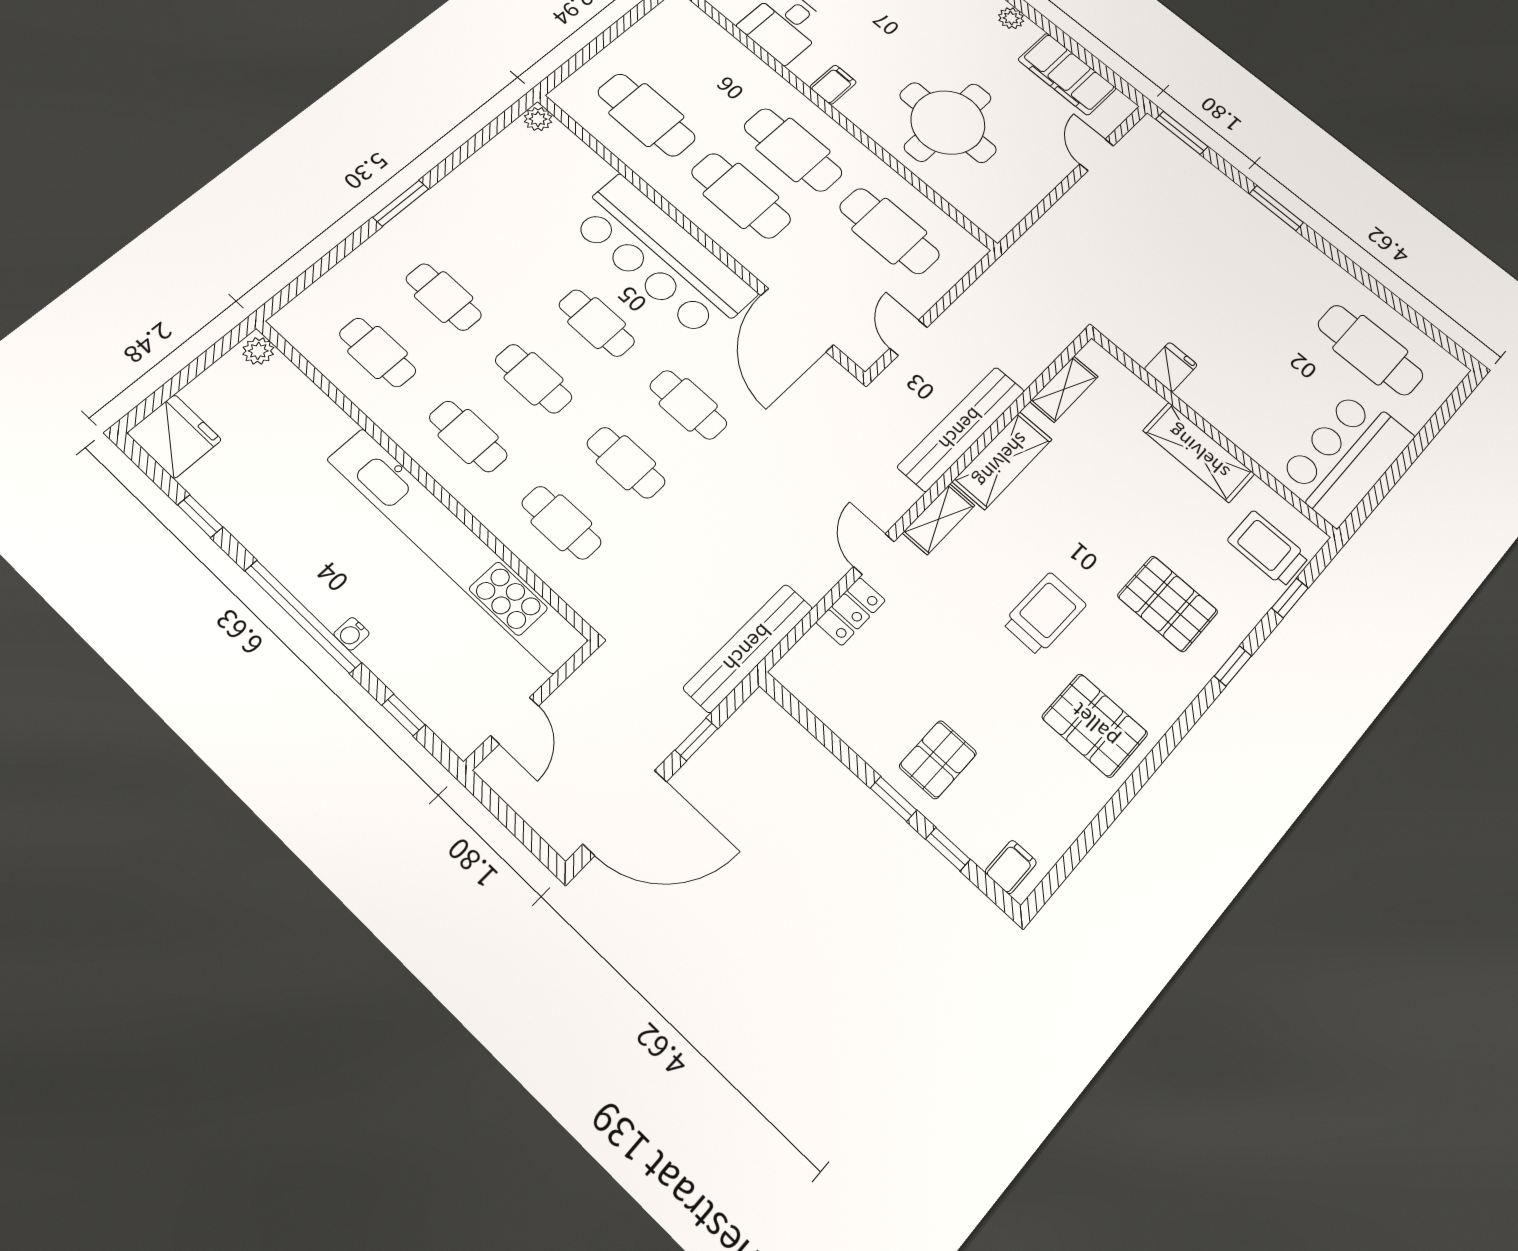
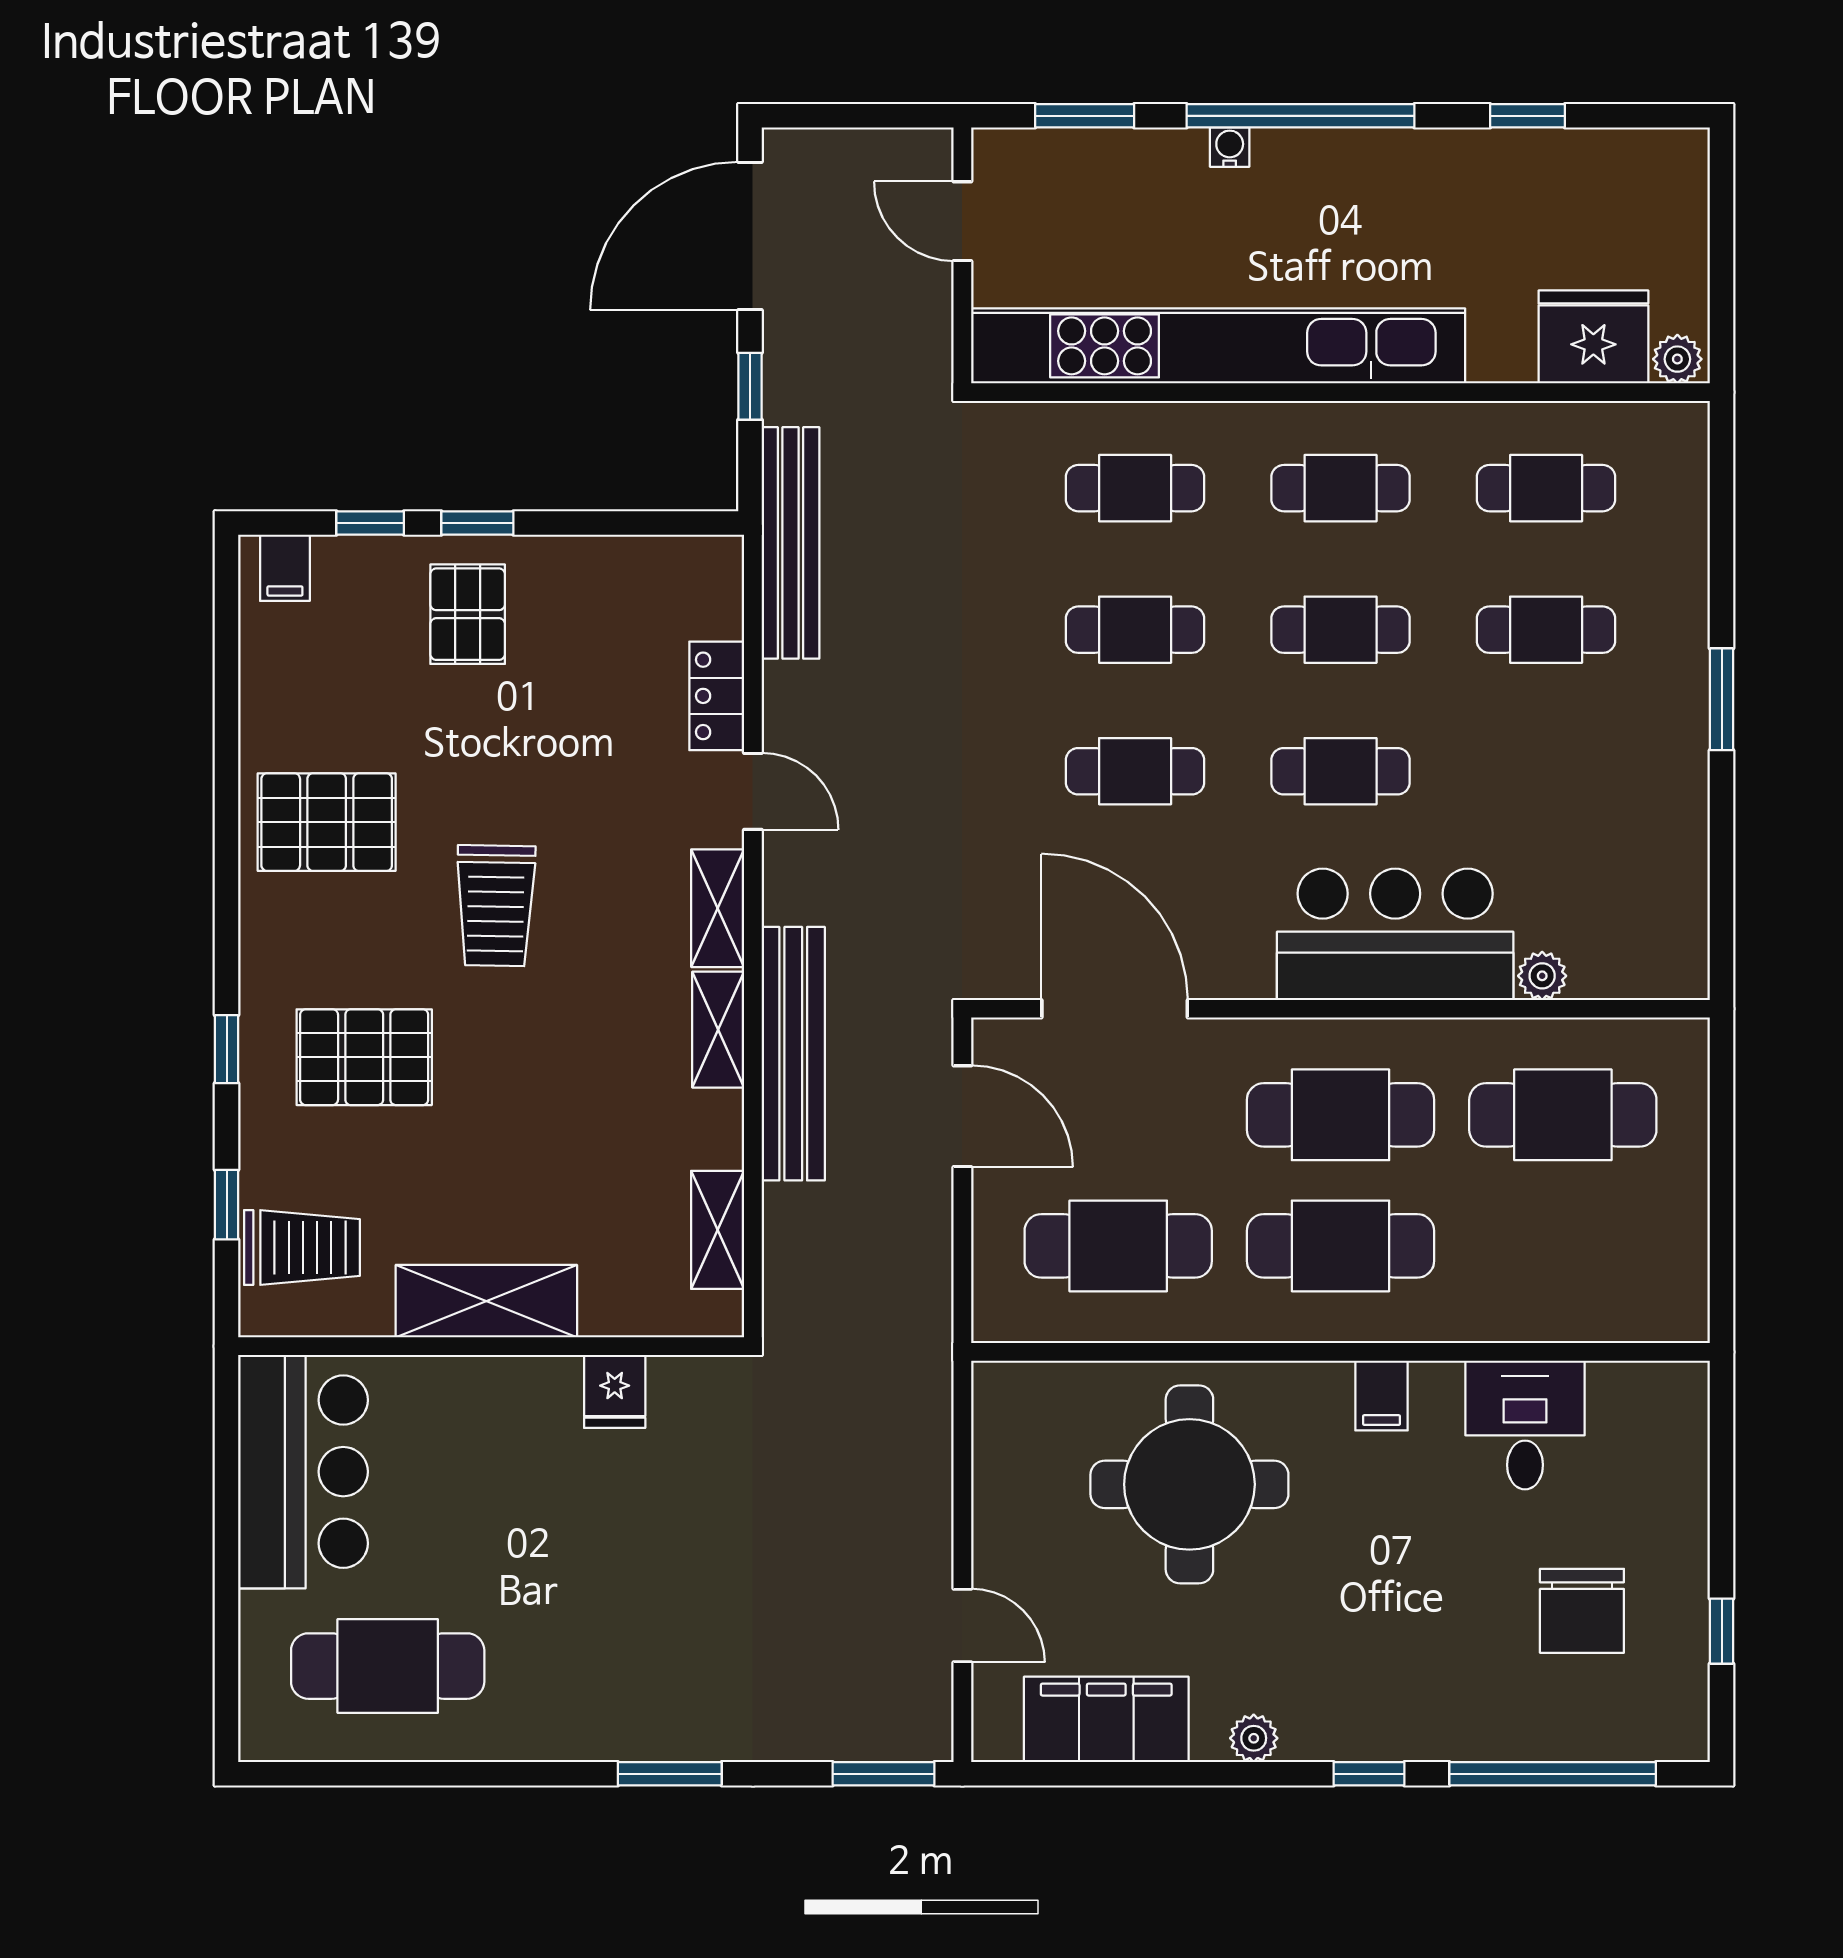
plant: (538, 119) -> (1542, 976), moved
bar counter: (662, 257) -> (1395, 934), width x0.73
door: (908, 338) -> (962, 1116), width x1.38
fridge: (174, 436) -> (1593, 337), moved, turned 180
shelving: (1002, 460) -> (718, 1030), width x0.67, depth x0.75
window: (403, 715) -> (1085, 116), width x1.50

